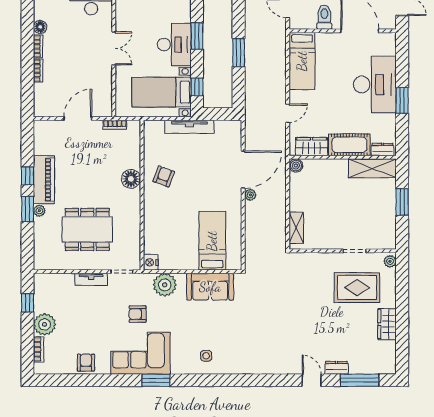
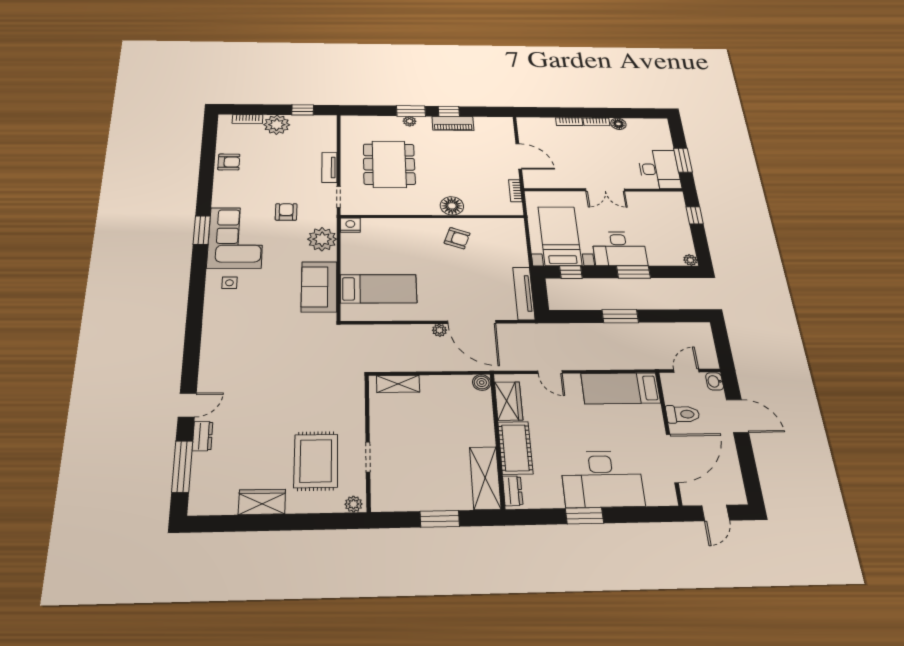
tv unit: (189, 127) -> (524, 293), moved
piano: (44, 180) -> (453, 123), width x0.73, depth x0.75
corner sofa: (140, 353) -> (236, 238), moved

